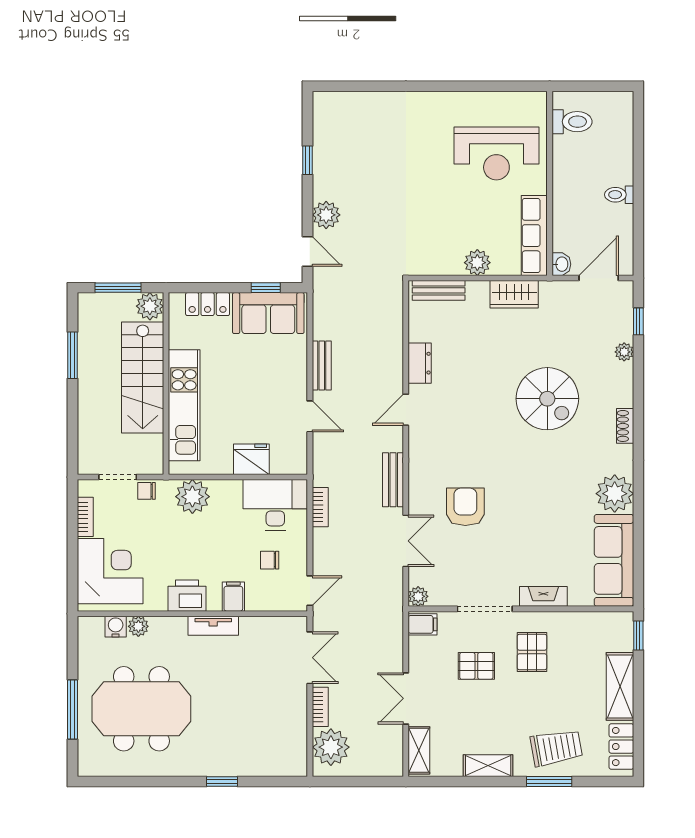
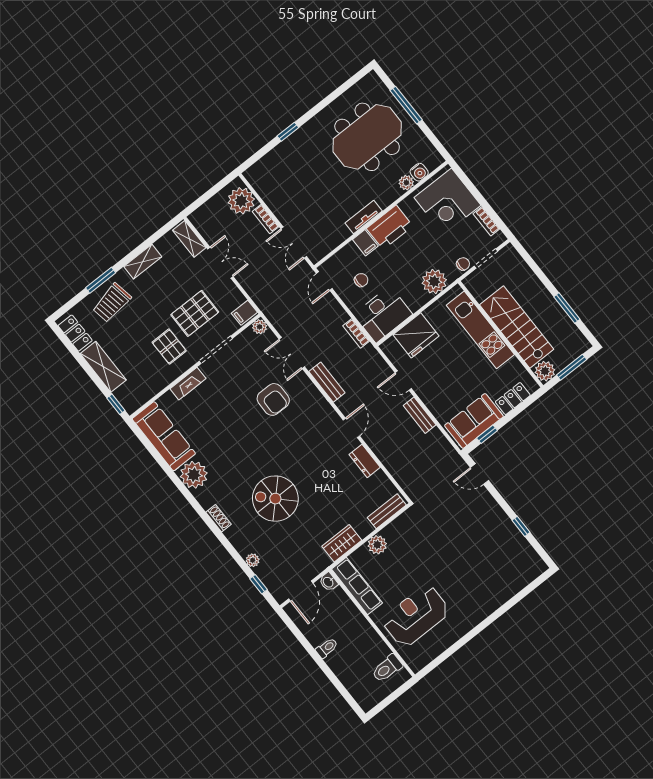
plant: (326, 215) -> (485, 503), removed
fridge: (251, 459) -> (416, 335), width x1.36, depth x1.34
printer: (187, 596) -> (390, 227), width x1.37, depth x1.19
pallet: (476, 666) -> (195, 313), width x1.50, depth x1.42

